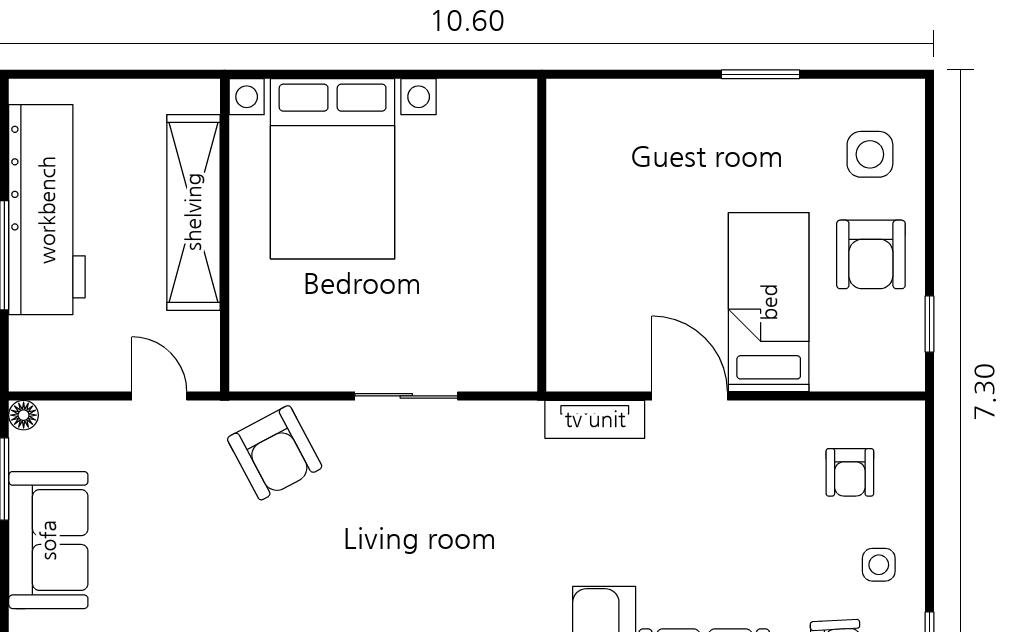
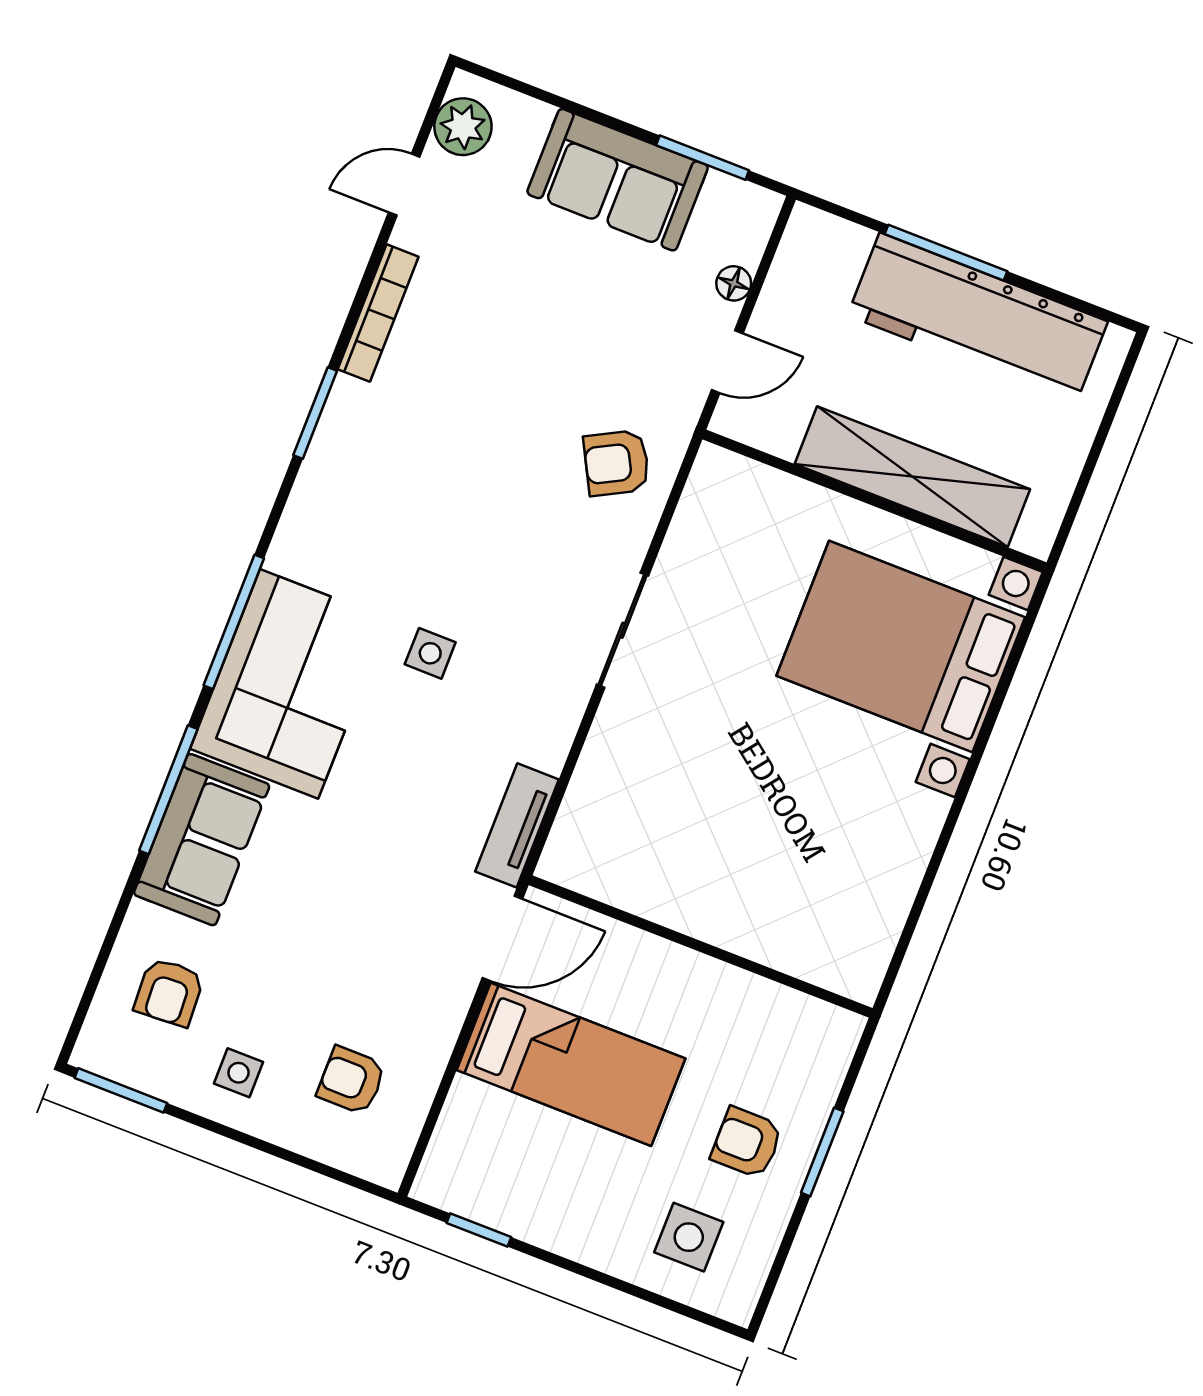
wall: (542, 235) -> (701, 947), moved
armchair: (871, 254) -> (747, 1143), moved, width x0.72, depth x0.72
floor lamp: (24, 415) -> (734, 283), moved
armchair: (275, 453) -> (617, 463), width x0.72, depth x0.72
side table: (484, 542) -> (430, 653), added

